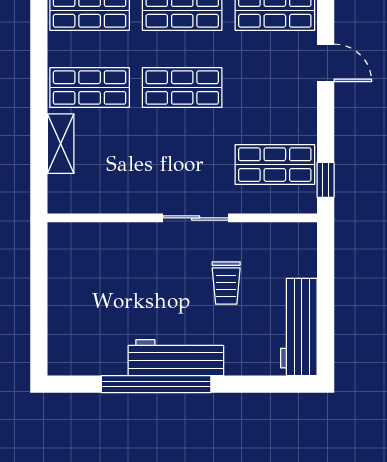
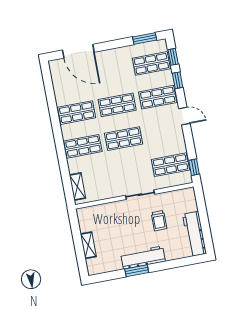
shelving: (61, 144) -> (77, 187), moved
shelving: (60, 308) -> (88, 245), added
window: (156, 384) -> (137, 271), width x0.47

